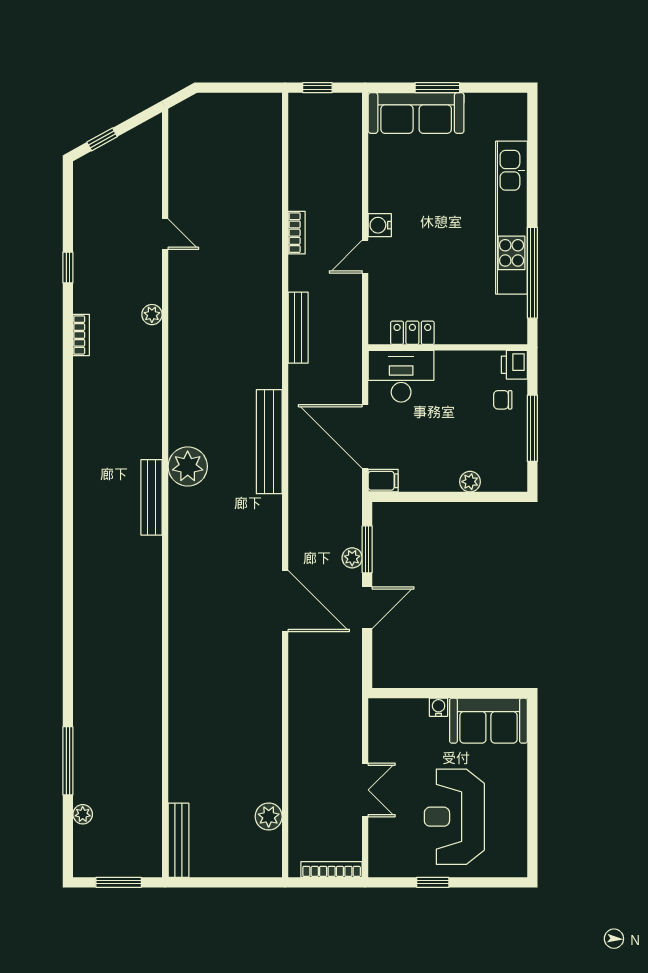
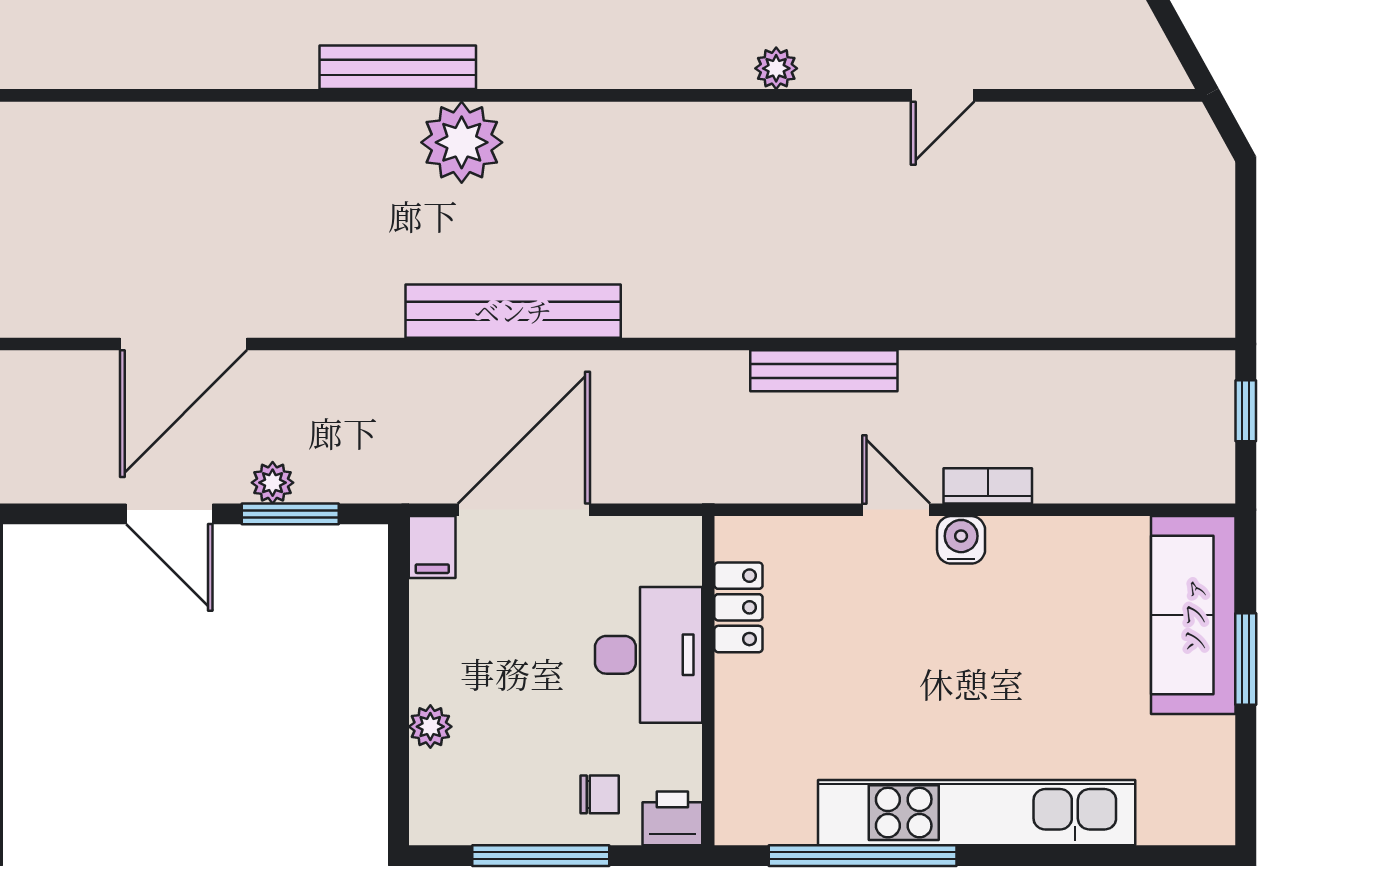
bookcase: (297, 233) -> (988, 486), moved, turned 180
bench: (298, 328) -> (824, 371), moved
desk: (401, 376) -> (649, 655), moved
chair: (503, 400) -> (600, 794), turned 90

